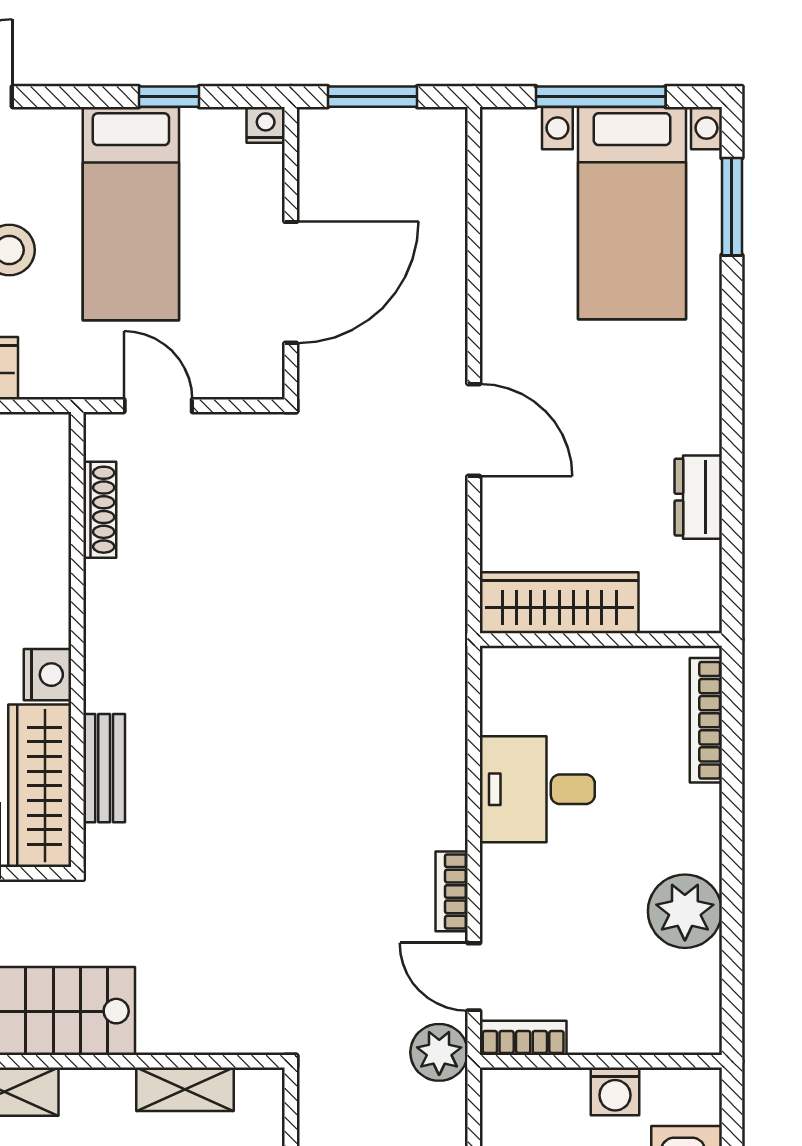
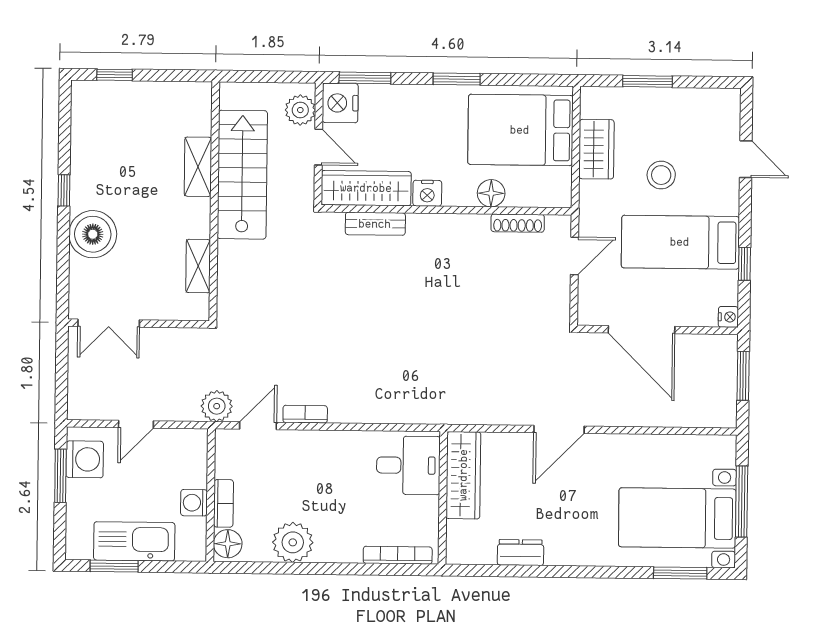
floor lamp: (46, 559) -> (491, 193), added
desk: (537, 789) -> (408, 465), moved, turned 90
floor lamp: (689, 1029) -> (228, 544), added
bookcase: (523, 1038) -> (224, 503), moved

